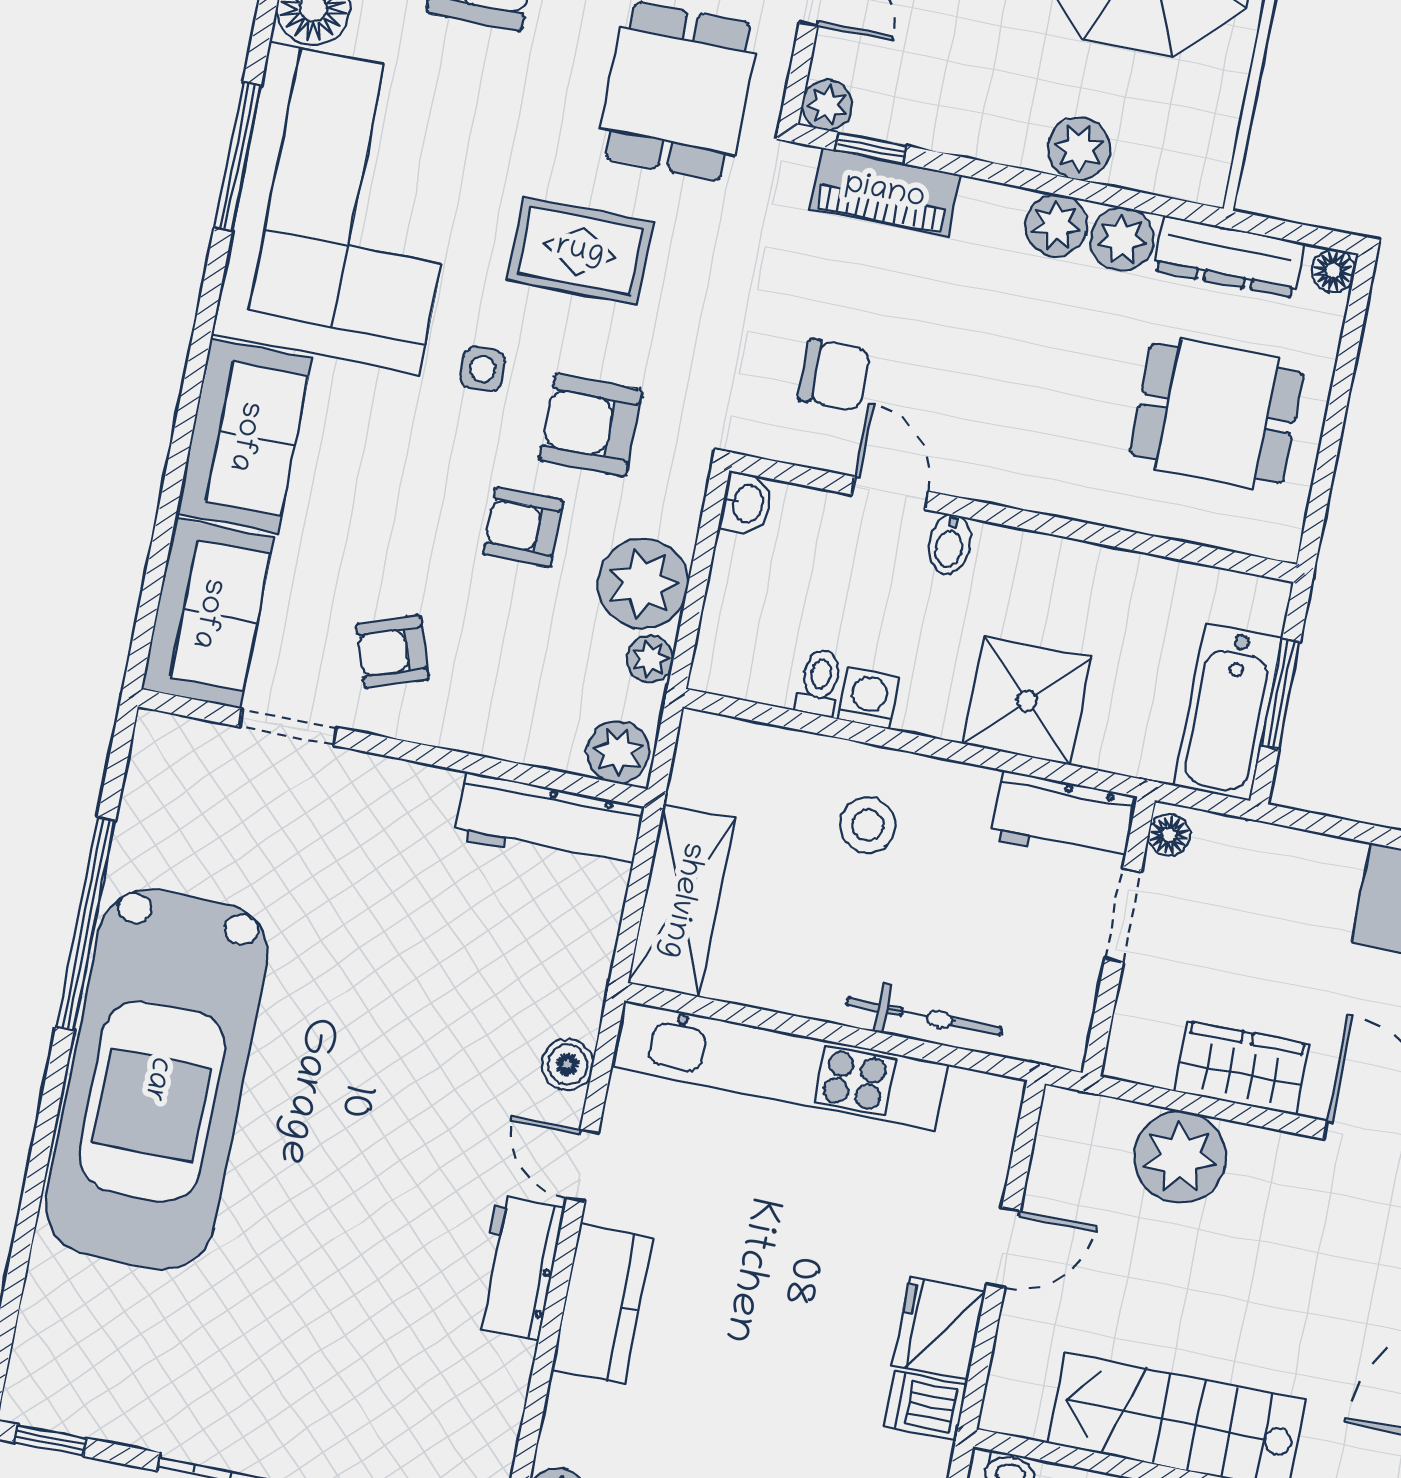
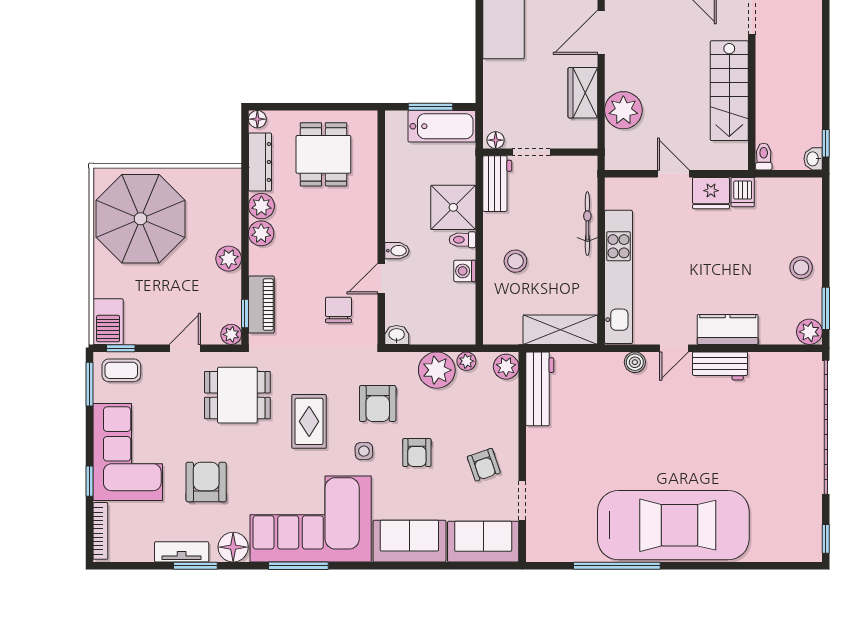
plant: (1079, 149) -> (229, 259), moved
armchair: (523, 527) -> (417, 453), moved
toilet: (819, 683) -> (462, 240), moved

